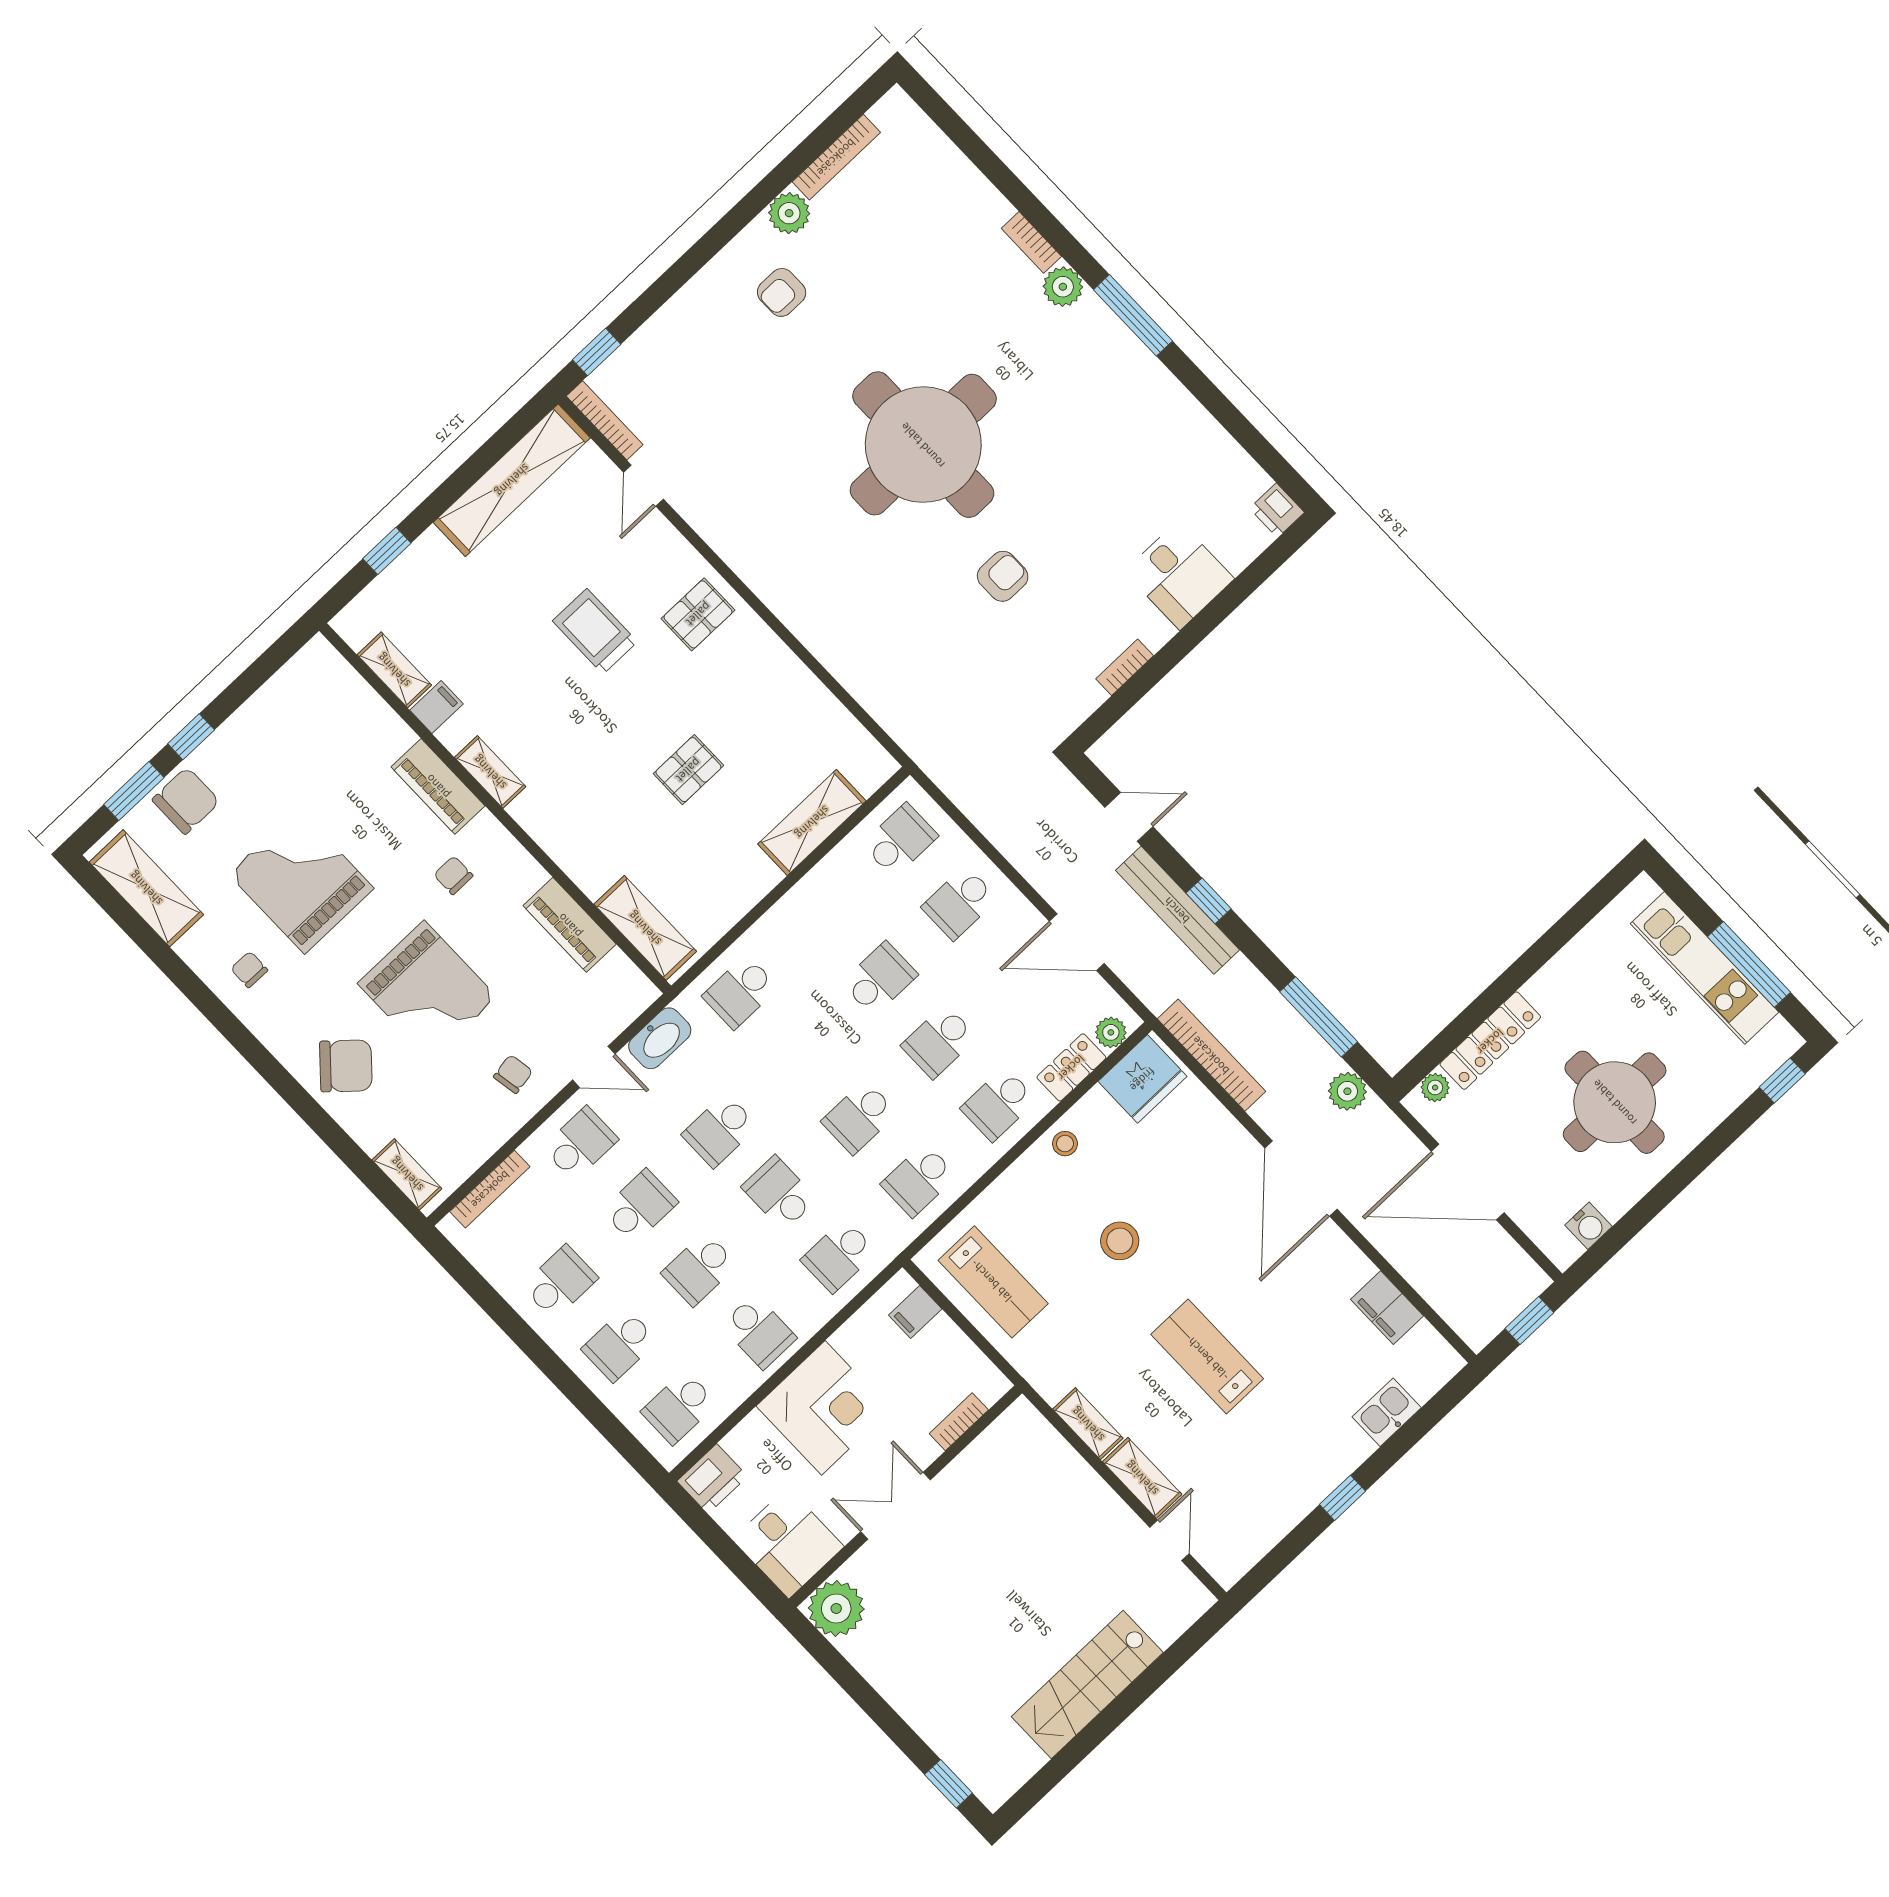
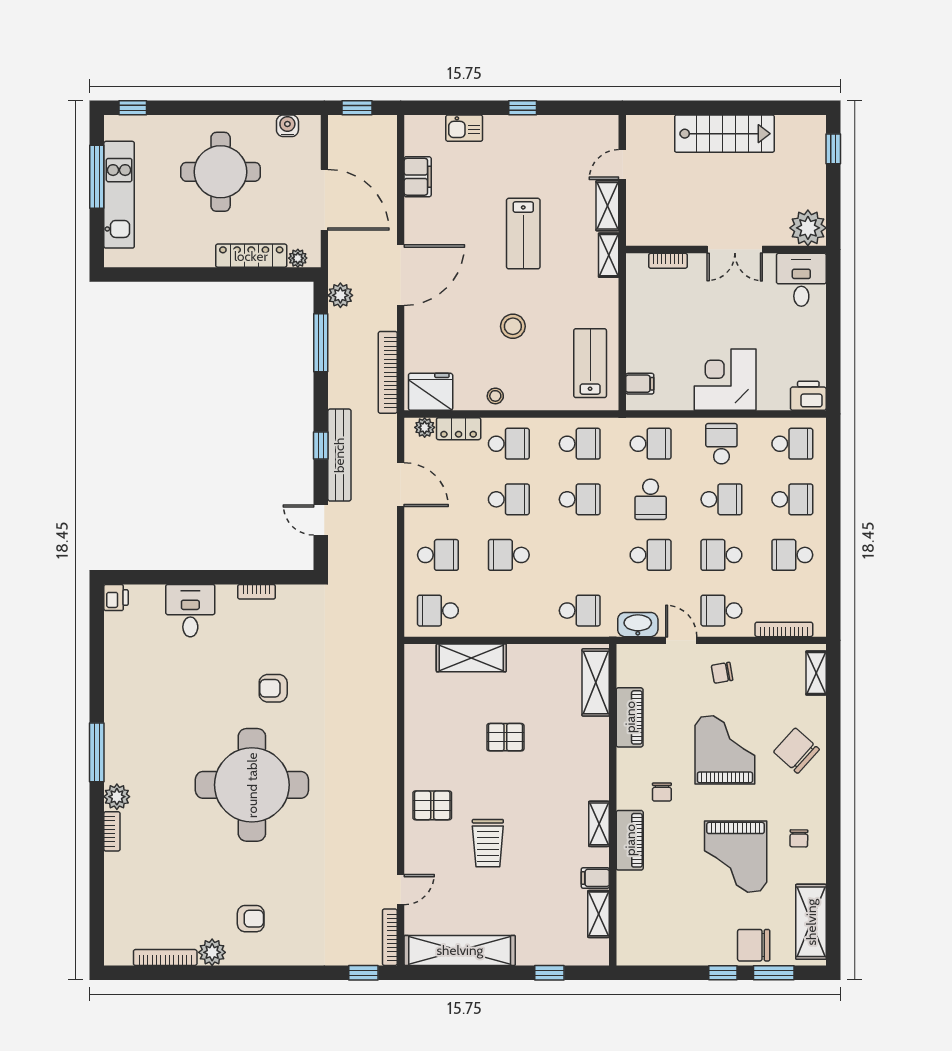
bookcase: (959, 1422) -> (668, 261), moved
wall: (905, 1496) -> (726, 250), moved
double door: (896, 1506) -> (735, 250), moved
desk: (788, 1543) -> (801, 280), moved
plant: (836, 1608) -> (808, 228), moved

